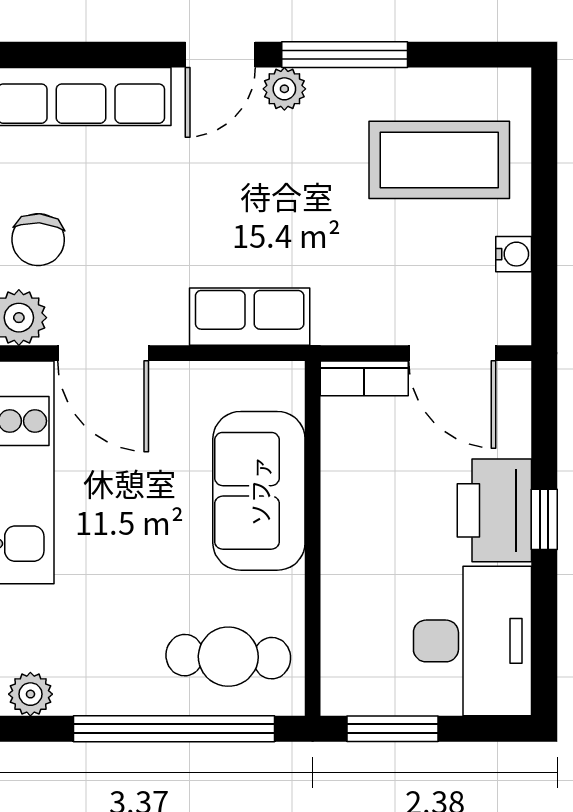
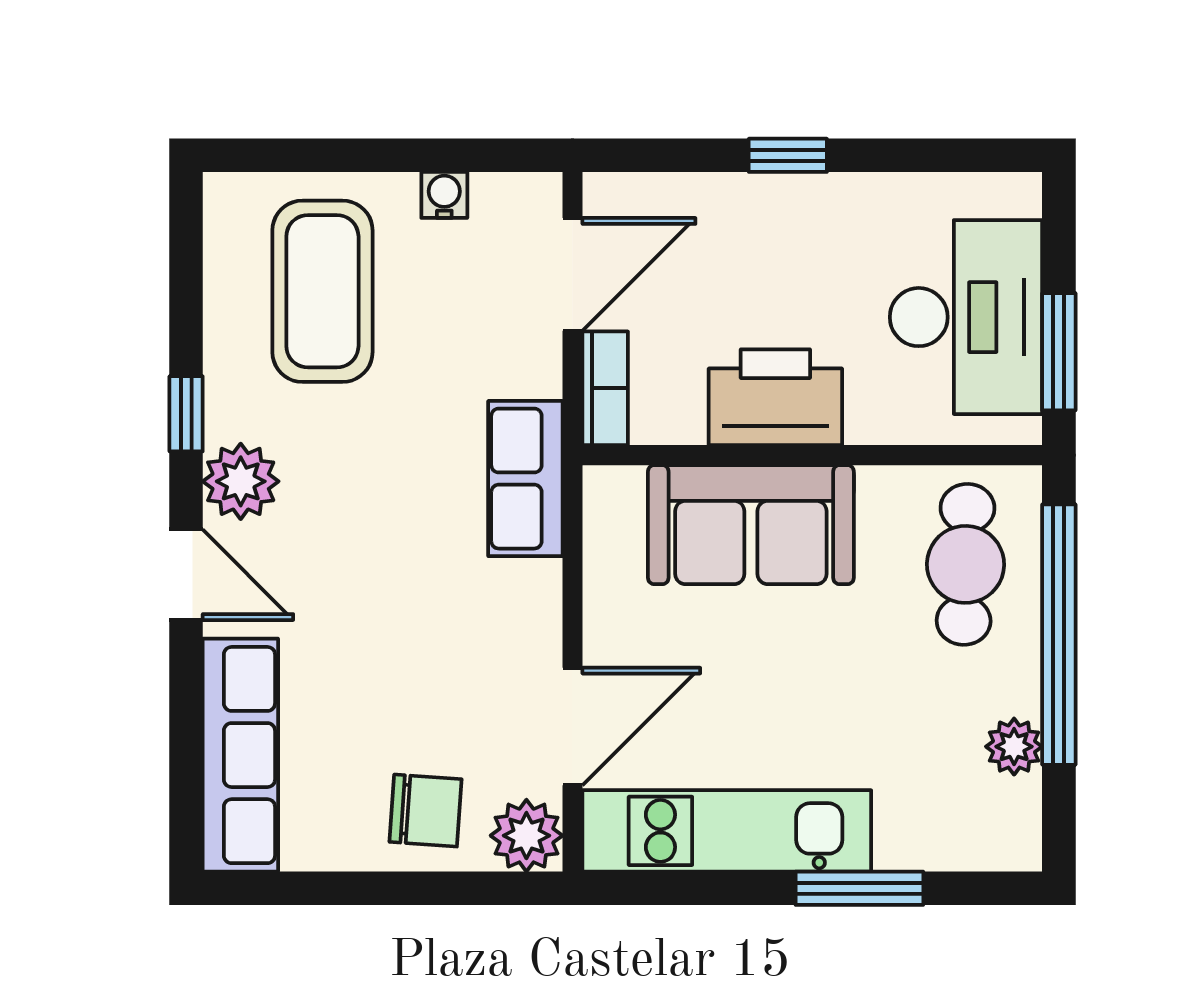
window: (345, 55) -> (186, 414), width x0.46
plant: (284, 89) -> (241, 481), width x1.38, depth x1.38
row of seats: (250, 317) -> (525, 479), moved
printer: (494, 510) -> (775, 397), moved, turned 180
desk: (472, 641) -> (966, 317), moved, turned 90
plant: (30, 694) -> (1014, 747), moved

